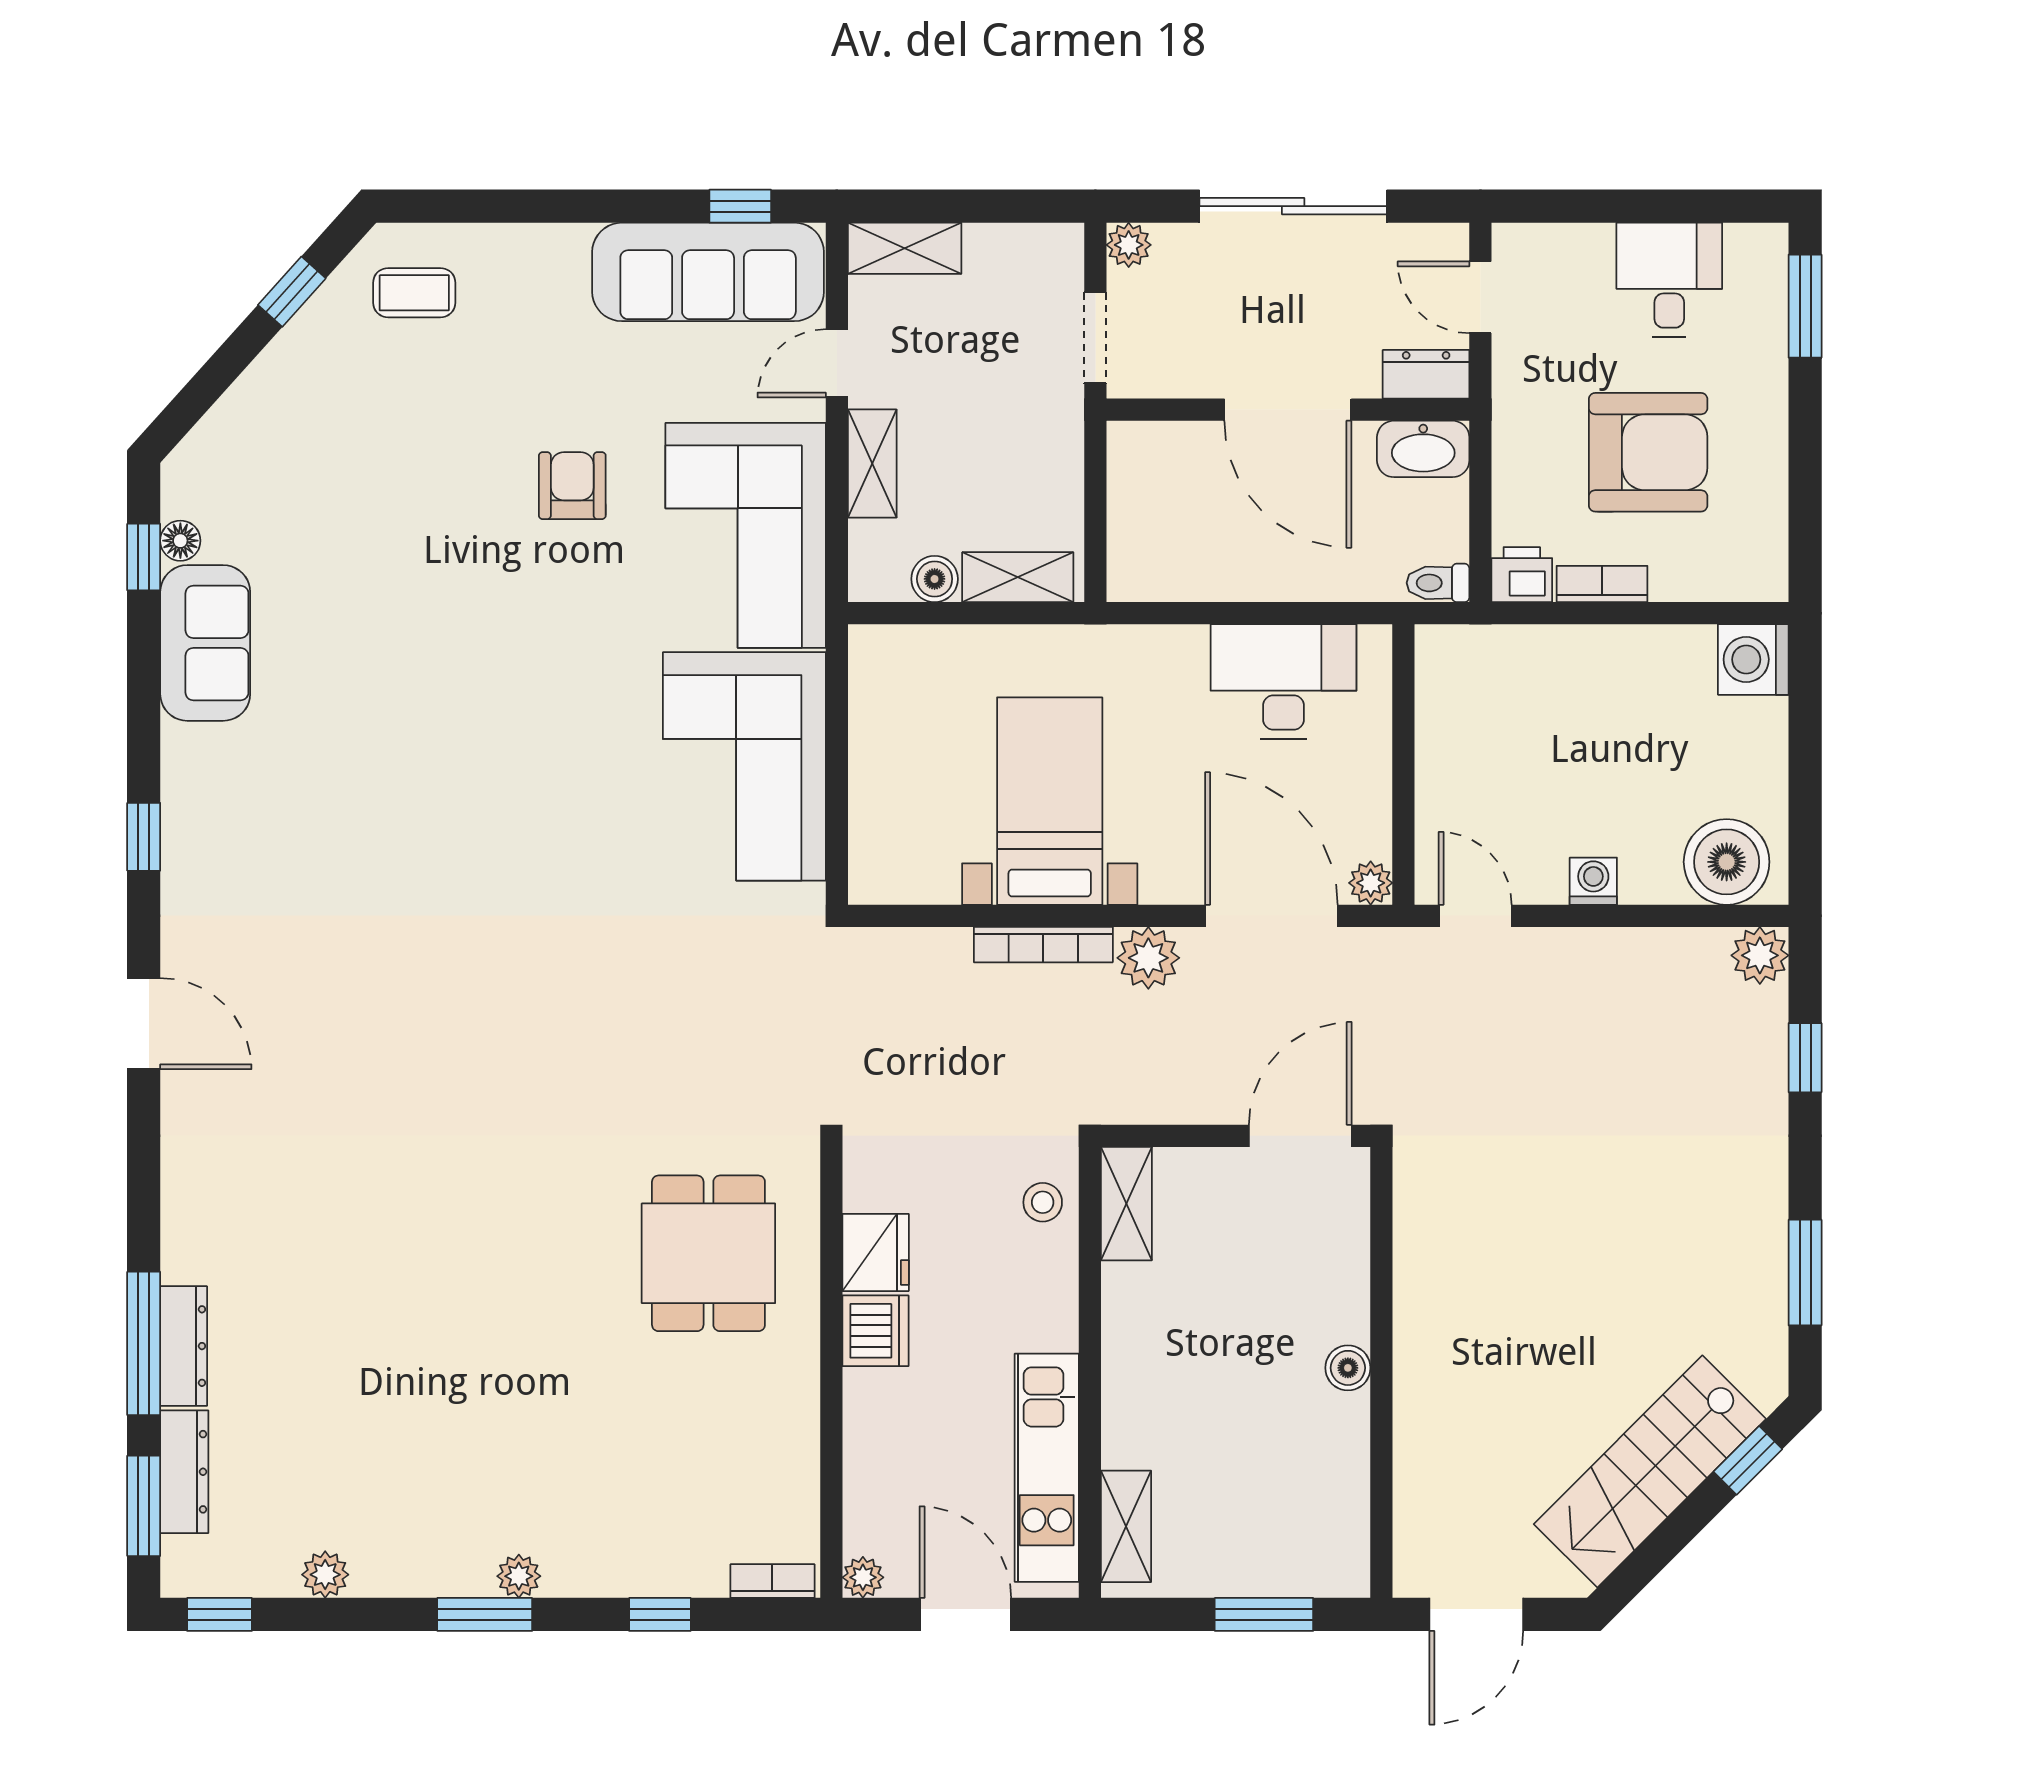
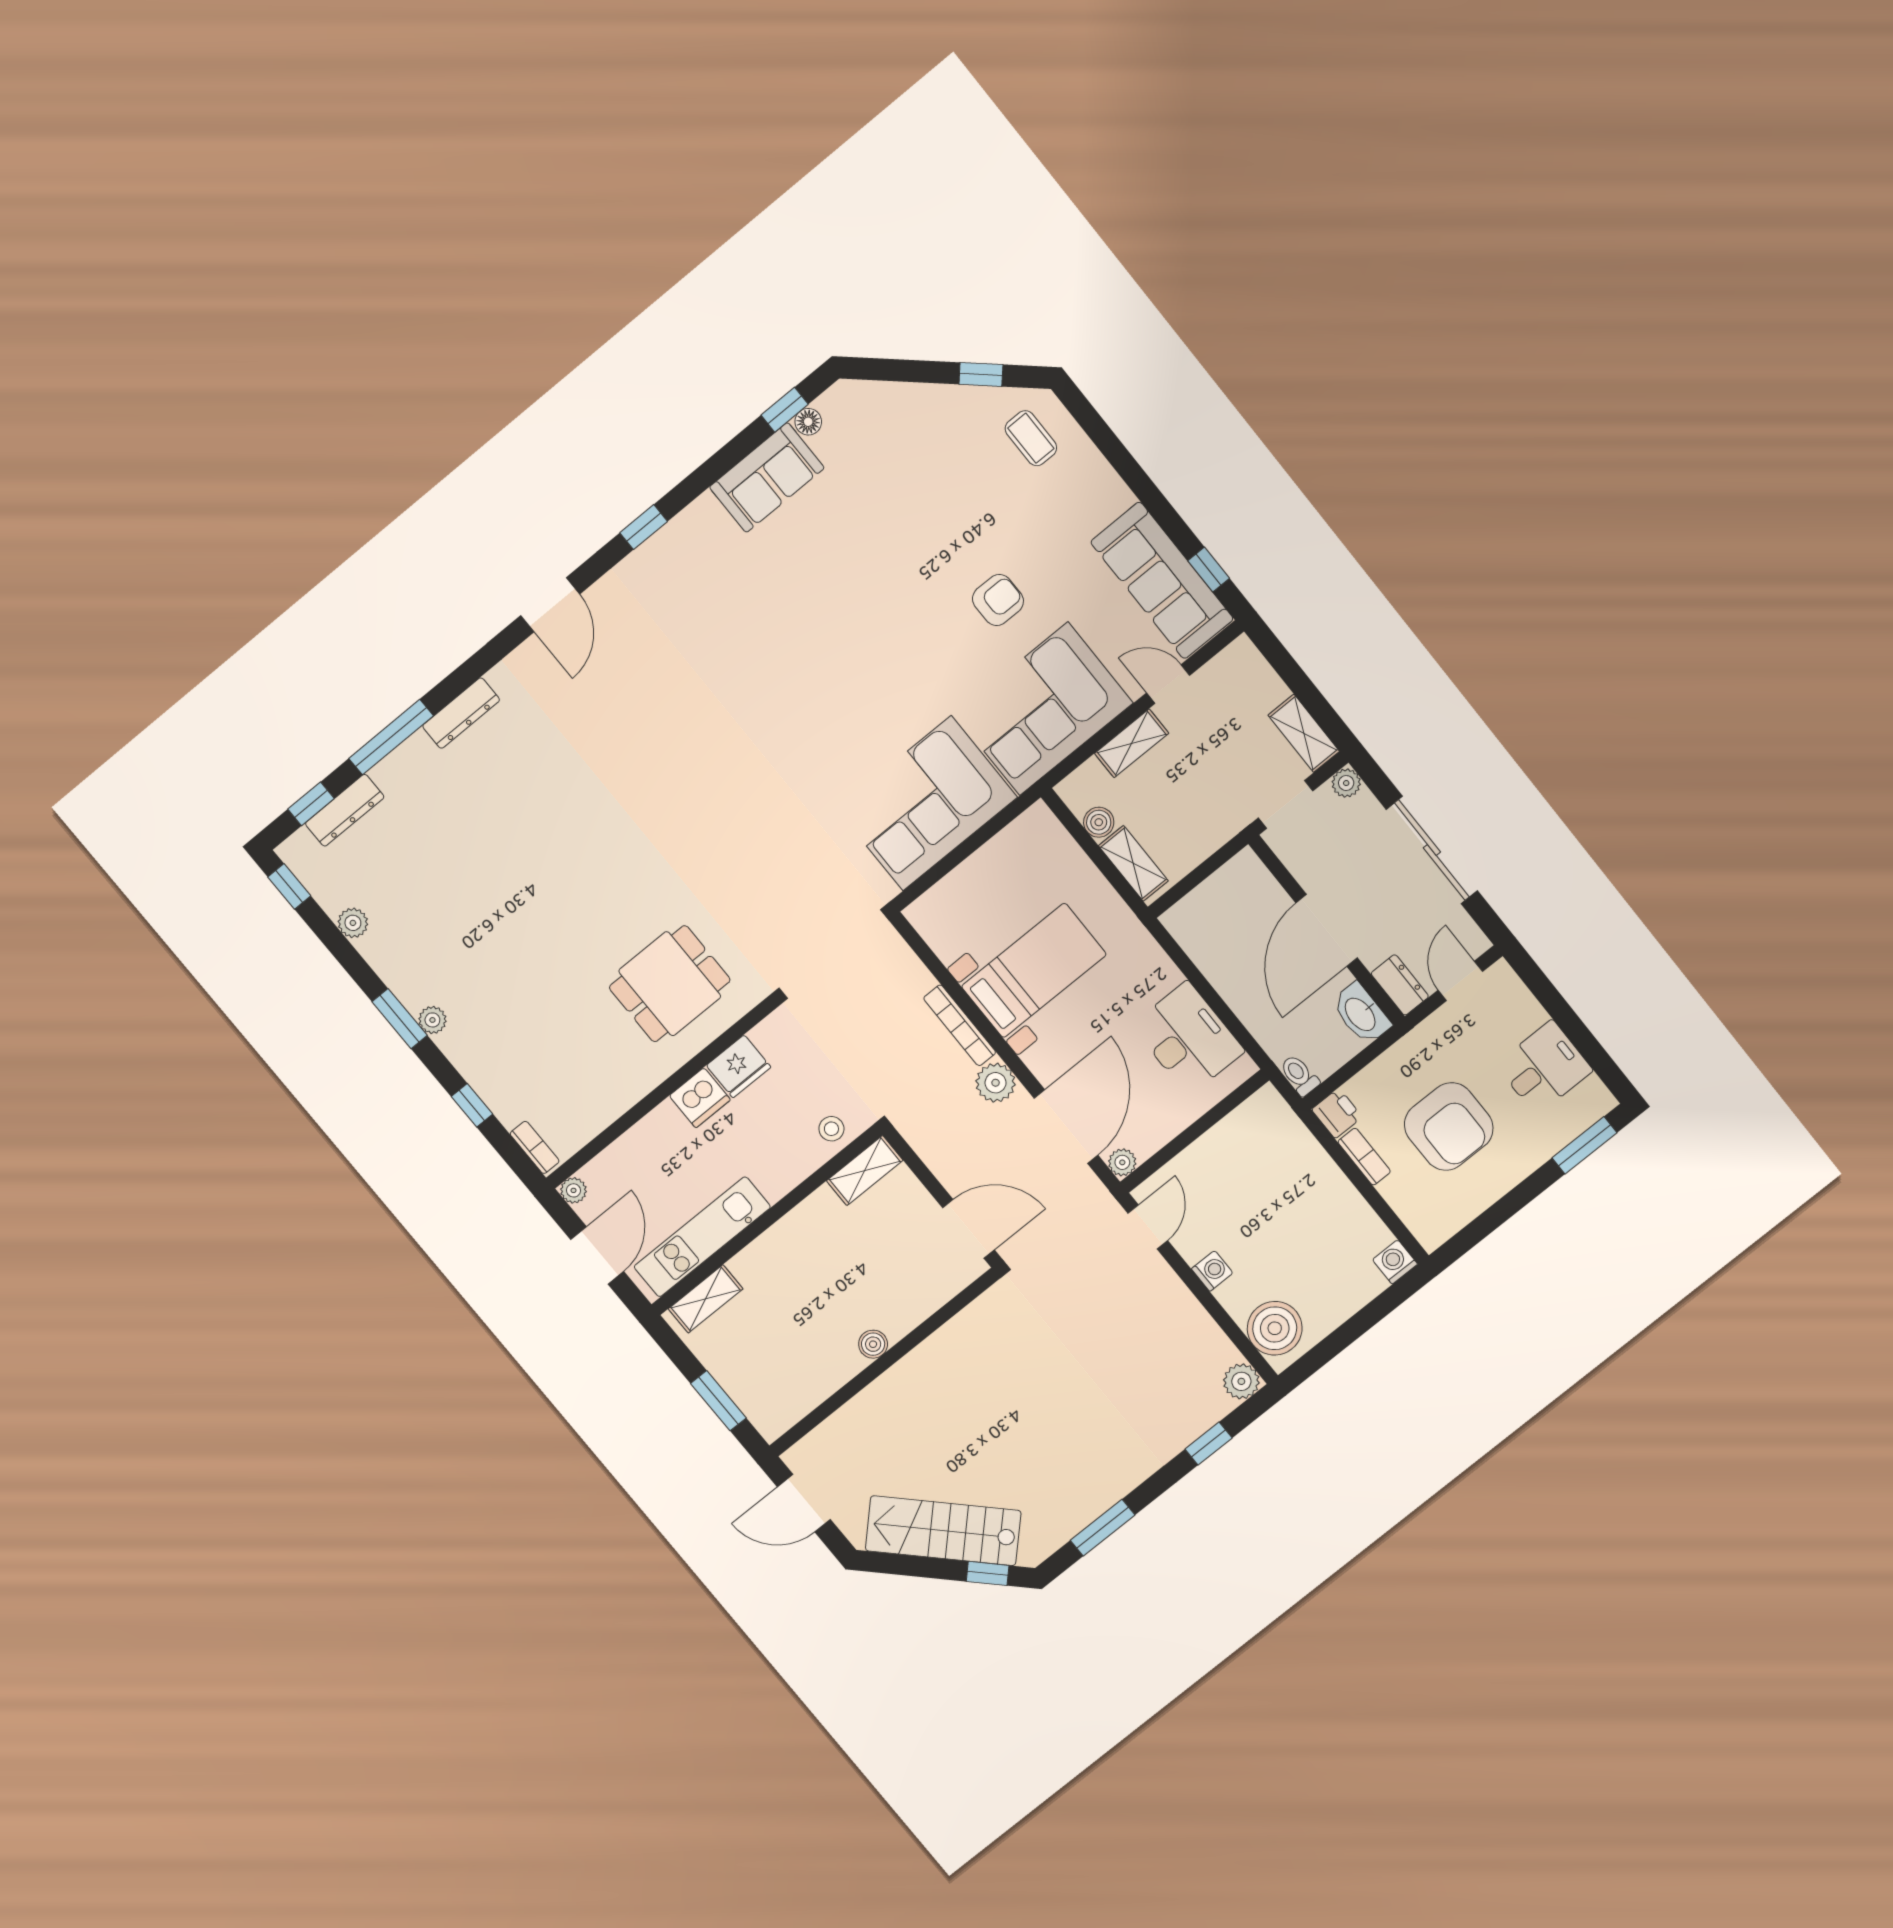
shelving: (905, 248) -> (1304, 733), moved
washing machine: (1753, 659) -> (1395, 1262), width x0.73, depth x0.73
dresser: (184, 1346) -> (461, 713), moved
window: (144, 1506) -> (311, 804), width x0.67

